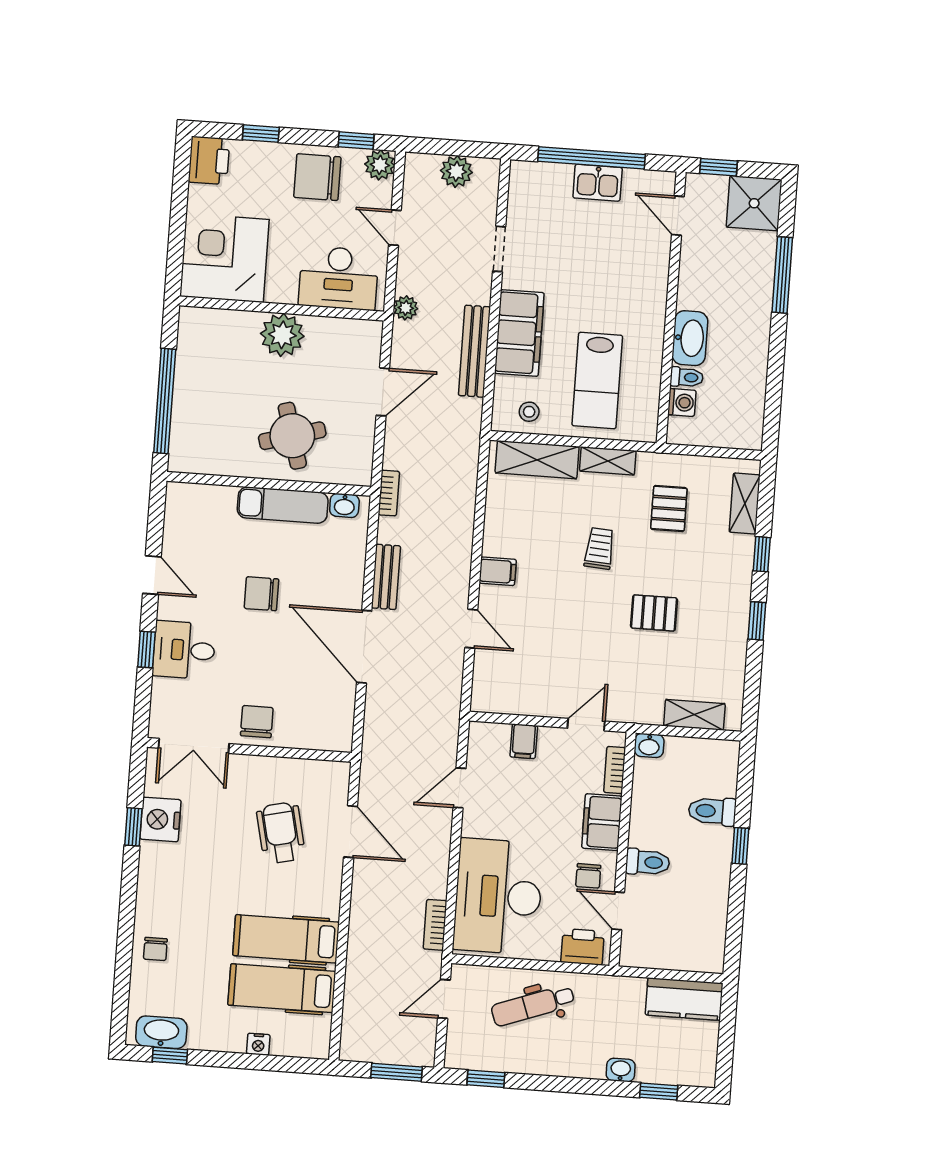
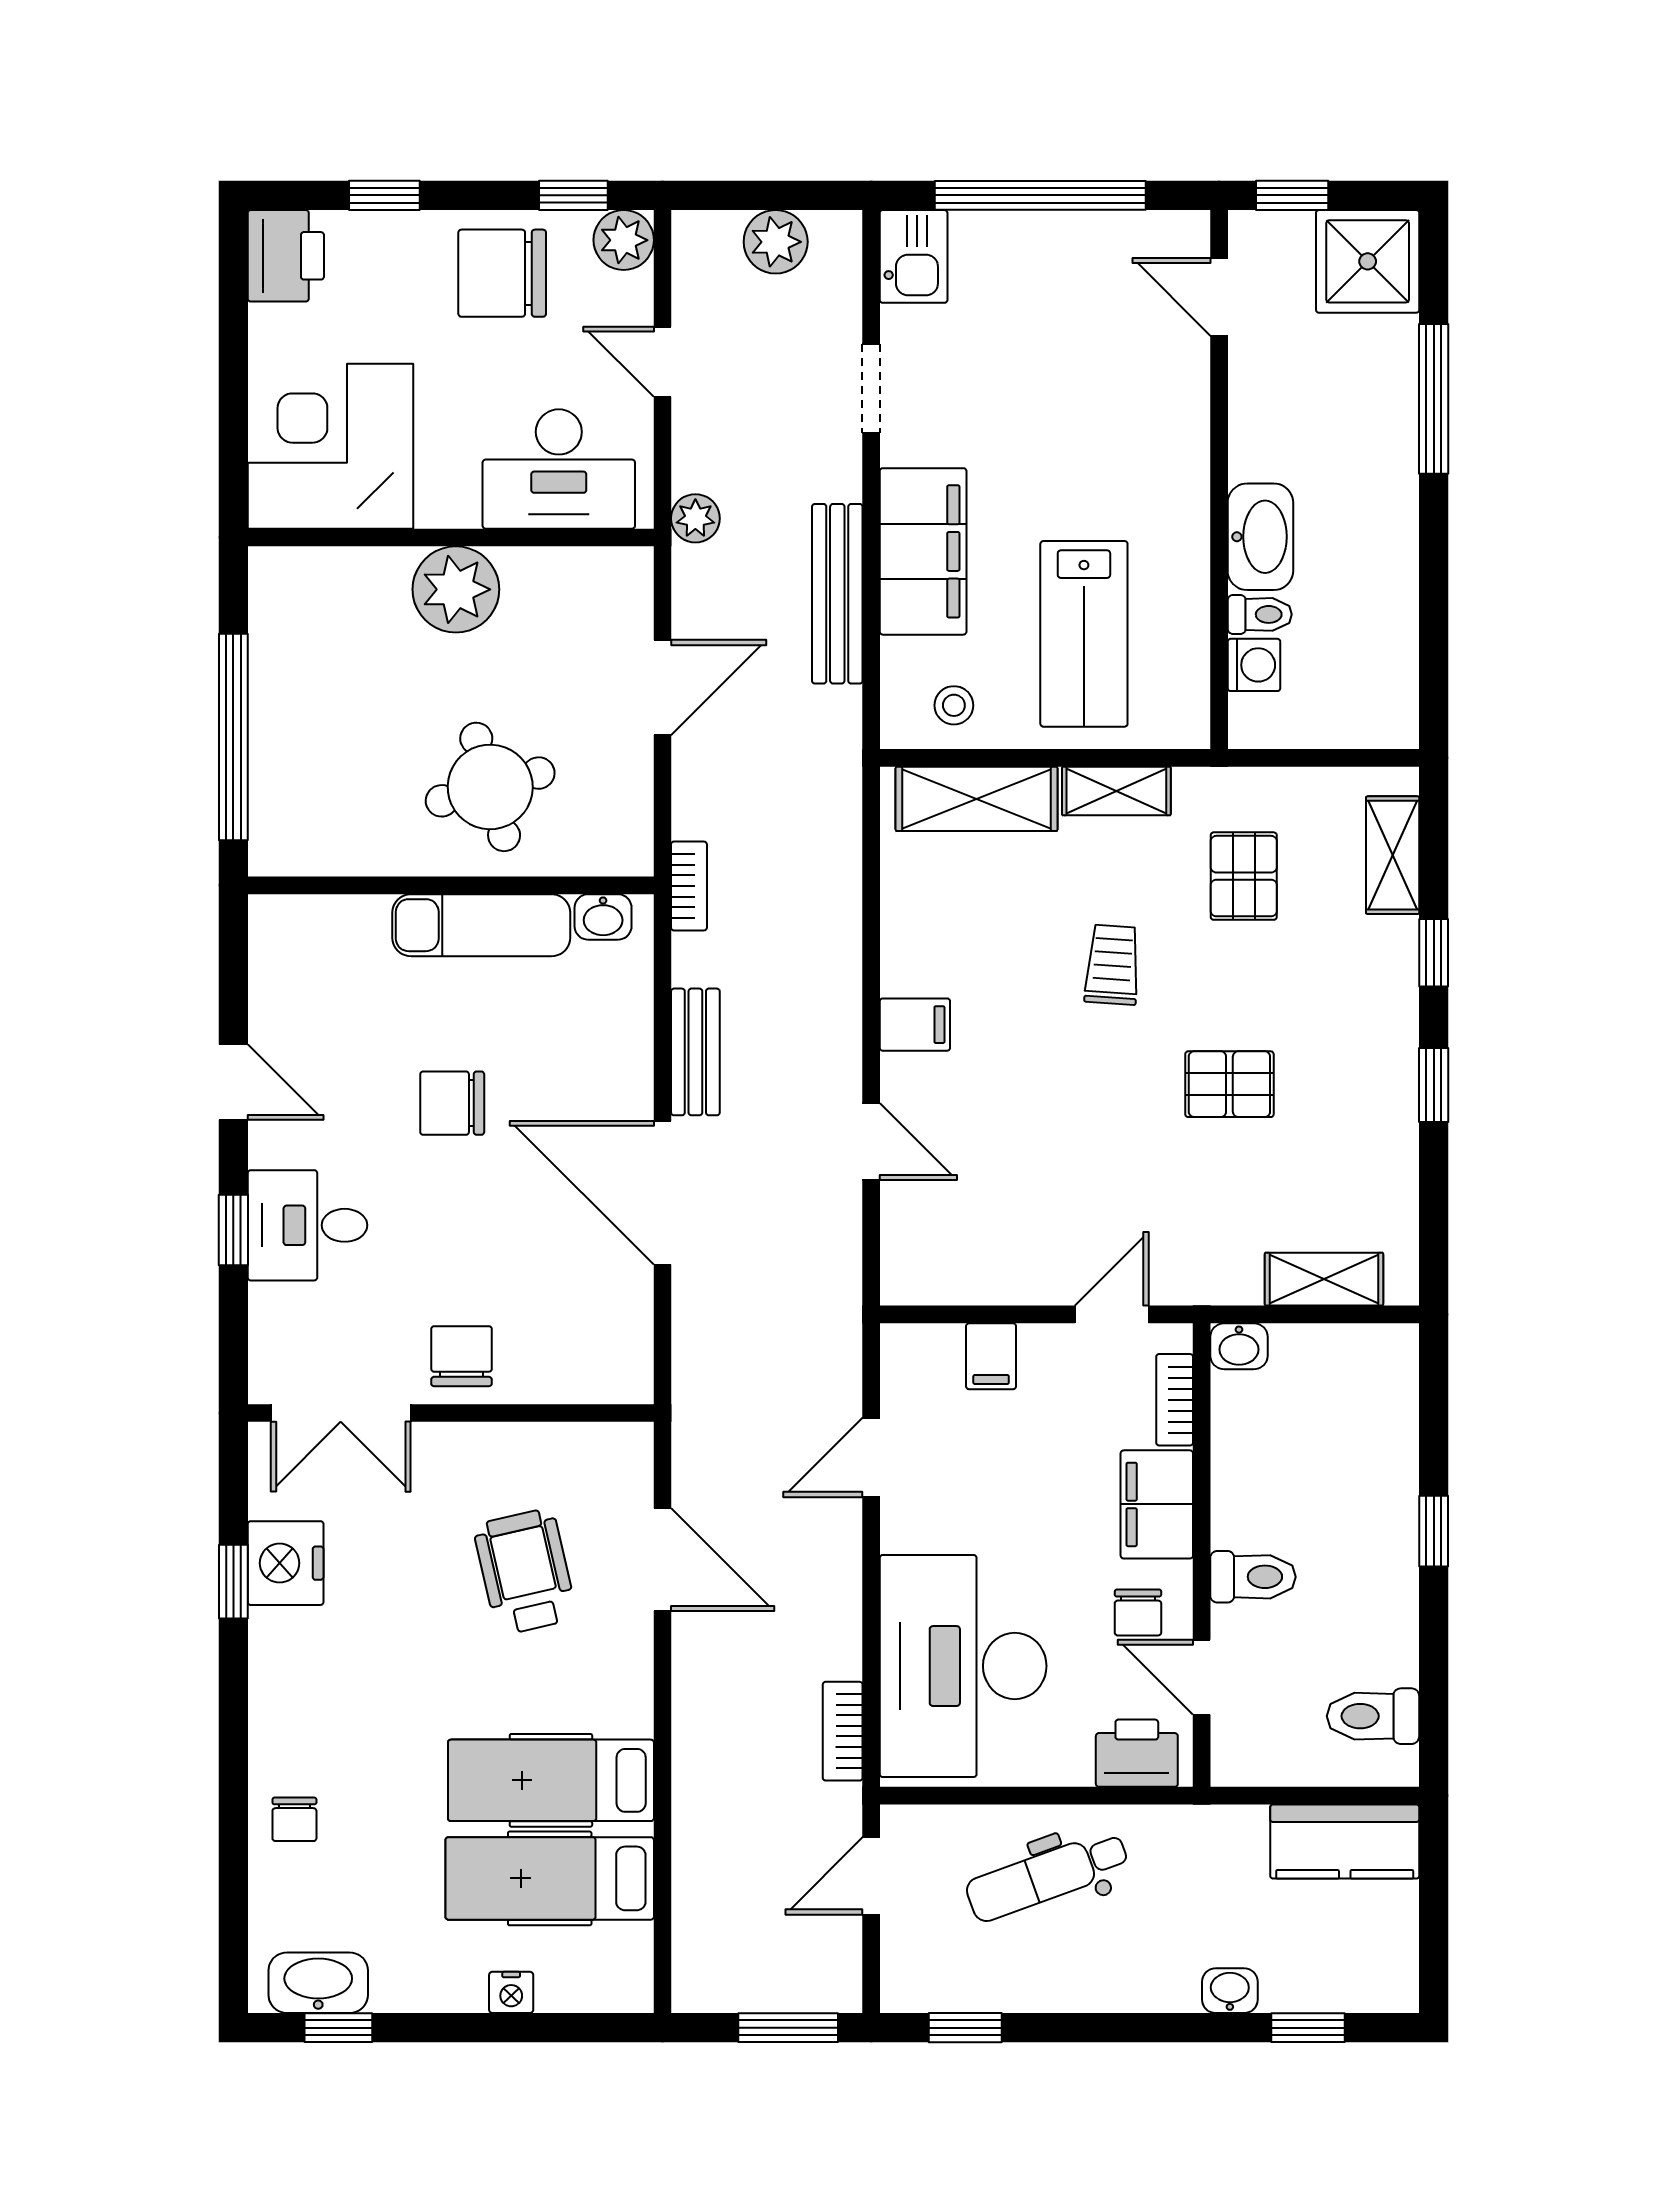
kitchen sink: (598, 183) -> (914, 256), moved, turned -90
toilet: (712, 811) -> (1373, 1716), moved

